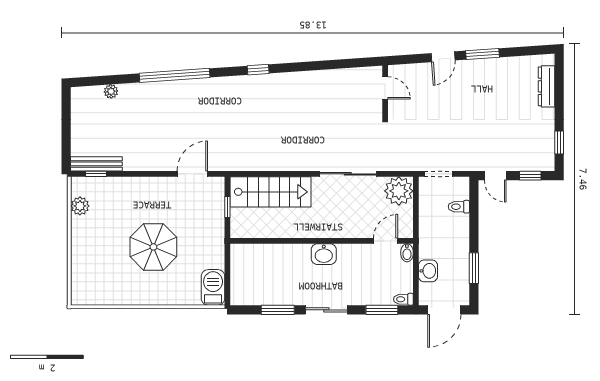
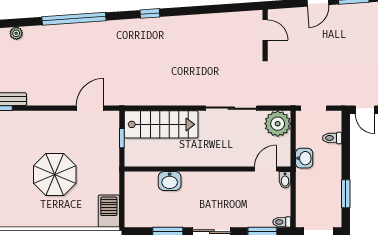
washbasin: (324, 254) -> (170, 181), moved
washbasin: (428, 271) -> (304, 158), moved

